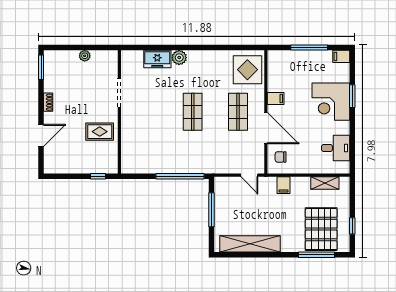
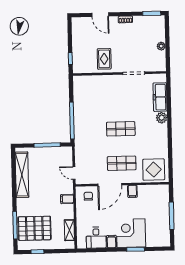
filing cabinet: (341, 56) -> (111, 242), moved
freezer: (157, 59) -> (160, 97), width x1.40
door: (249, 175) -> (74, 173), hinge flipped

